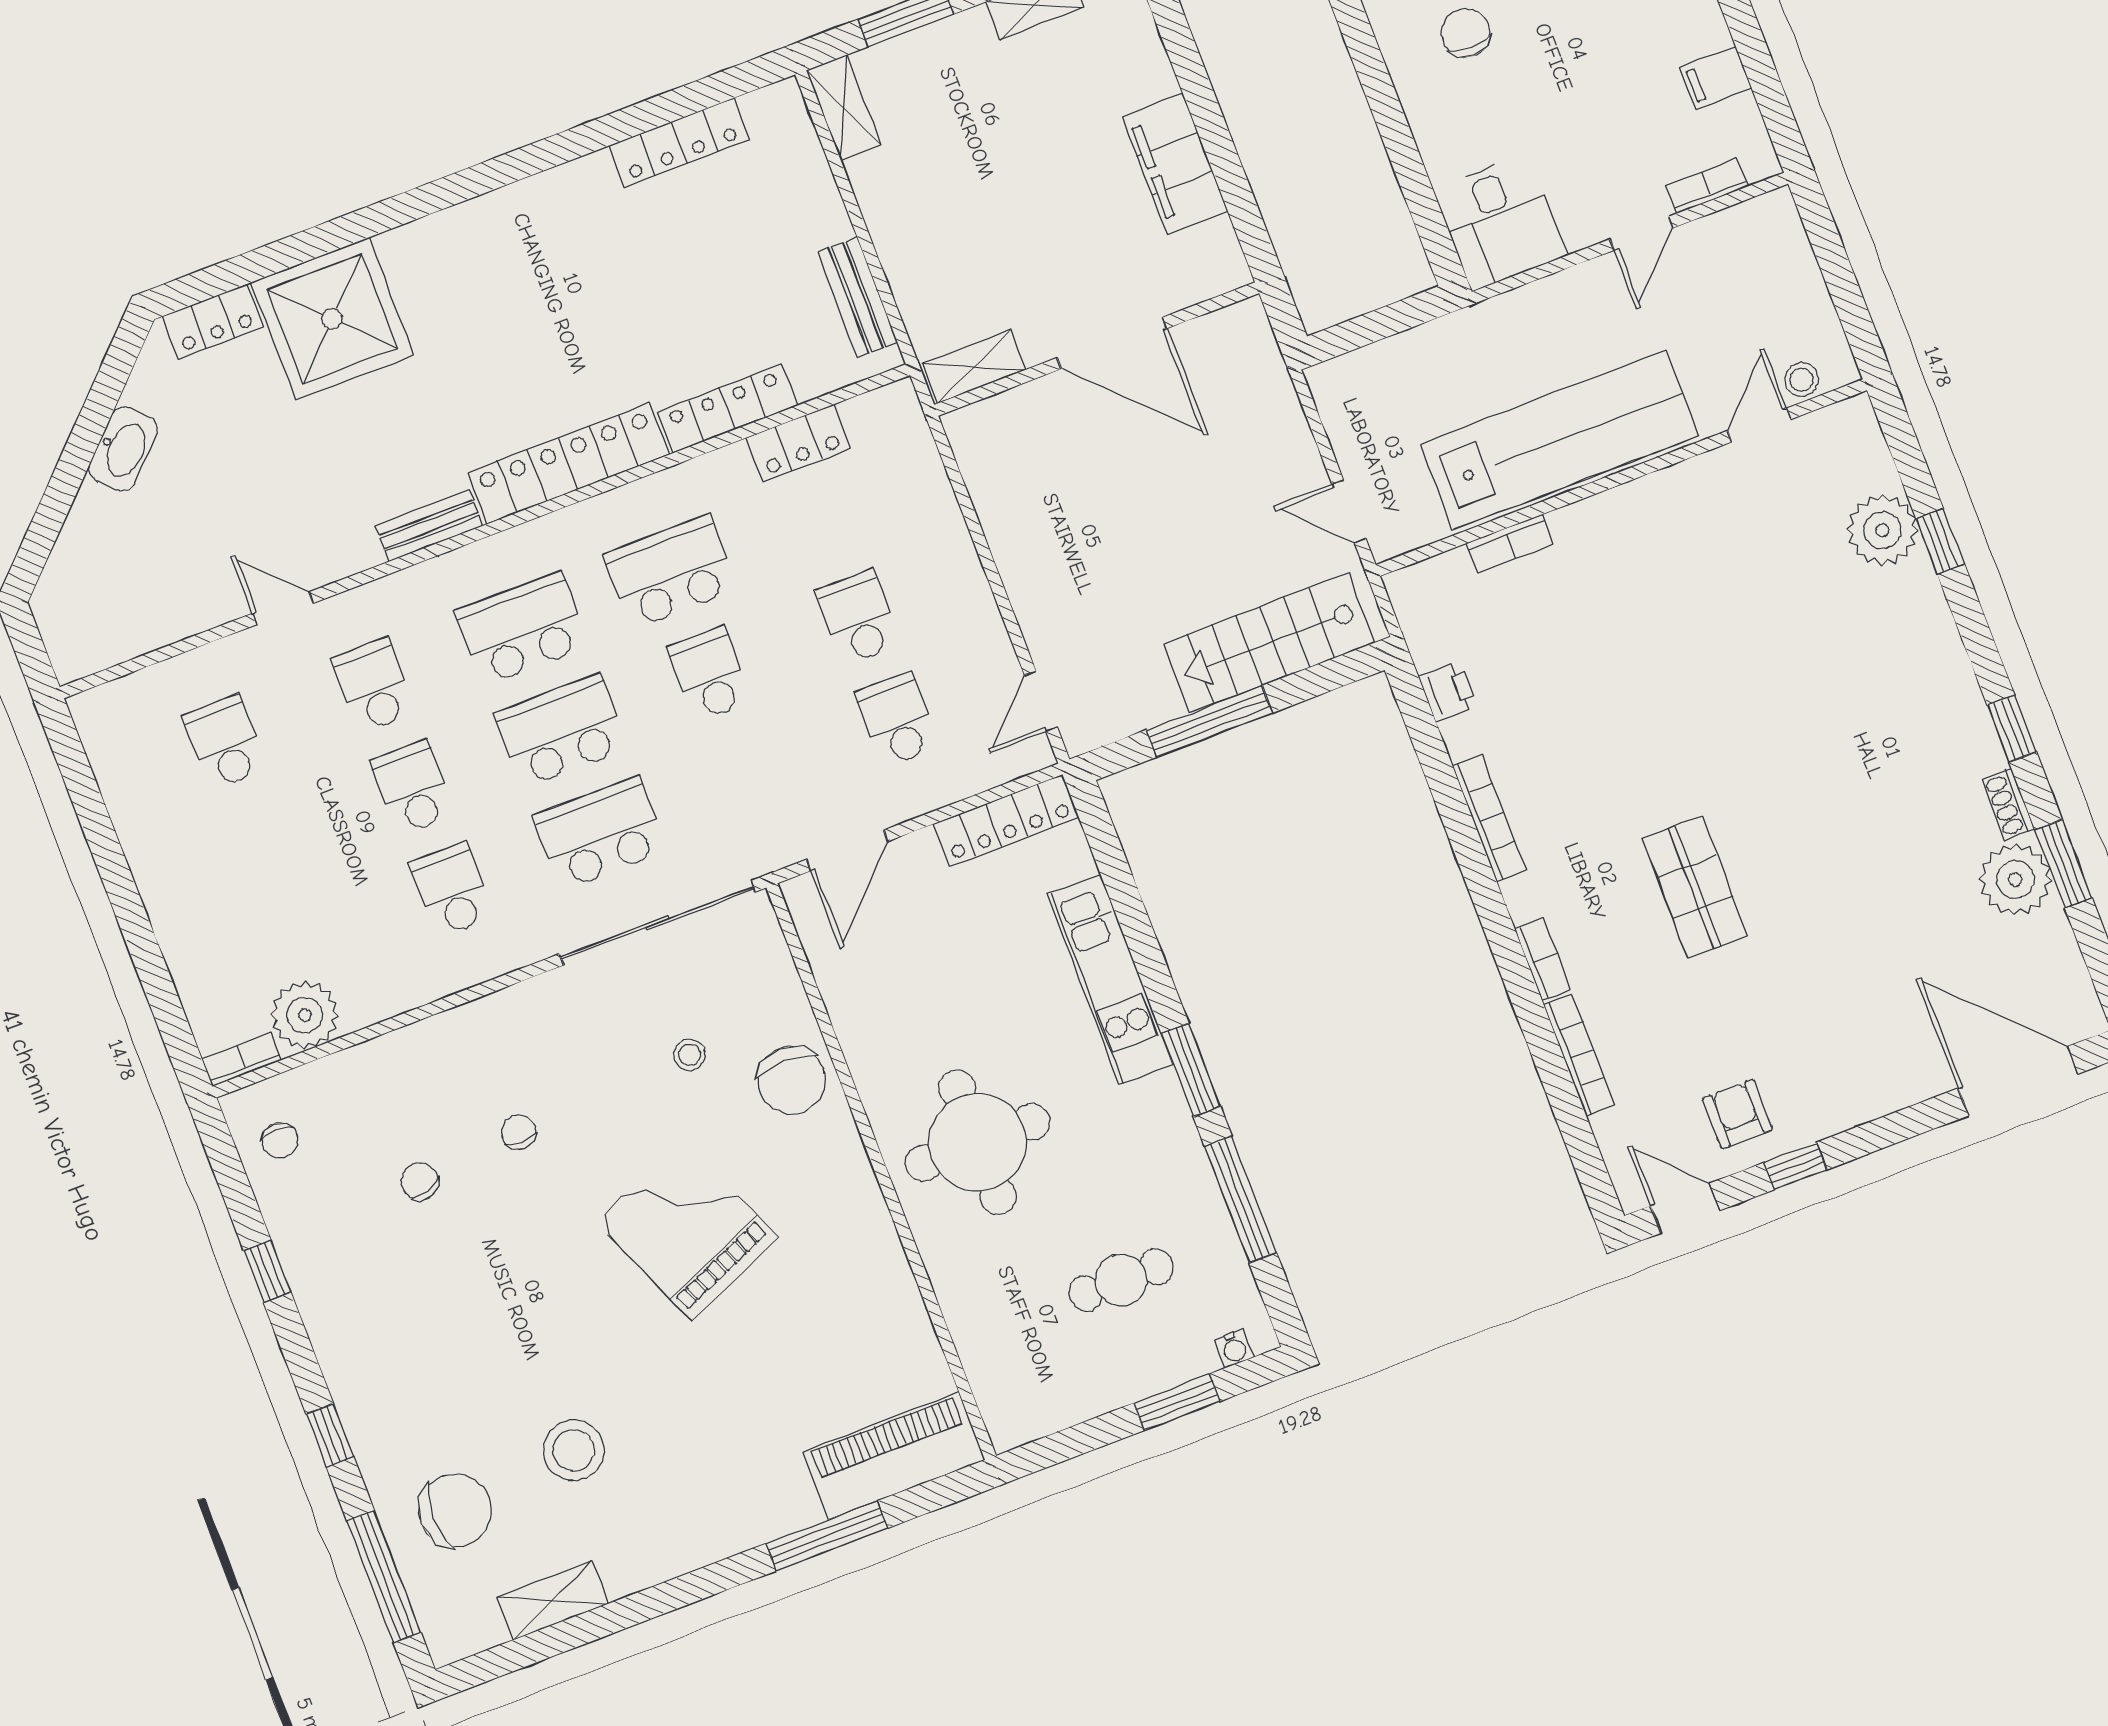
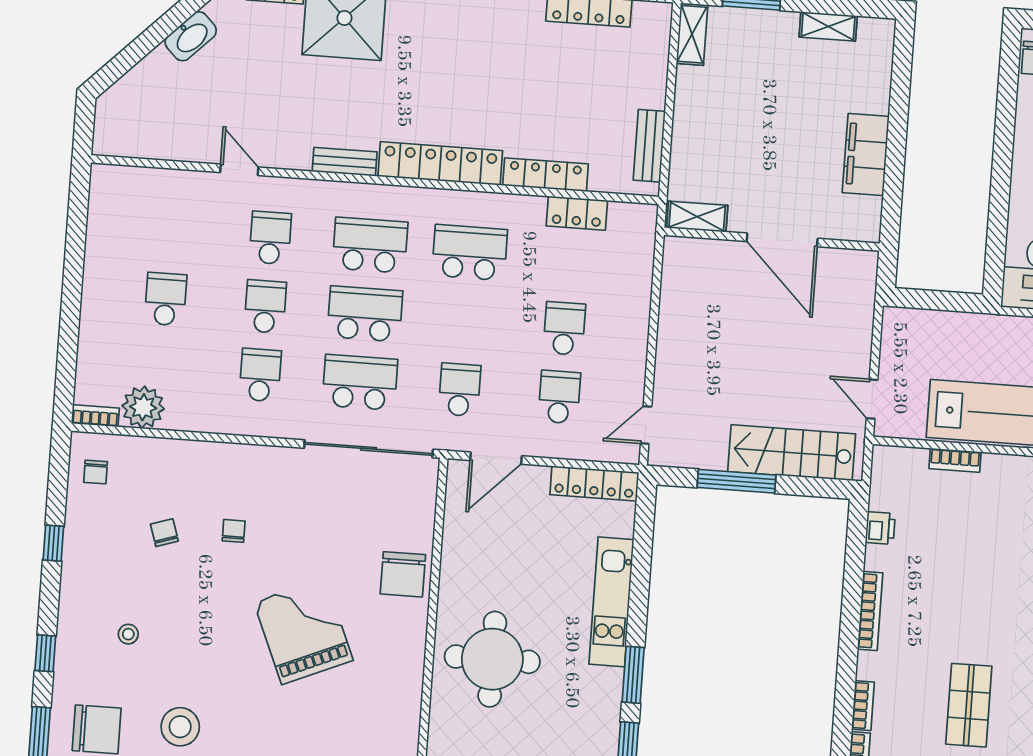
school desk: (710, 674) -> (460, 390), moved
school desk: (225, 742) -> (166, 299), moved
stool: (690, 1055) -> (128, 634), moved

